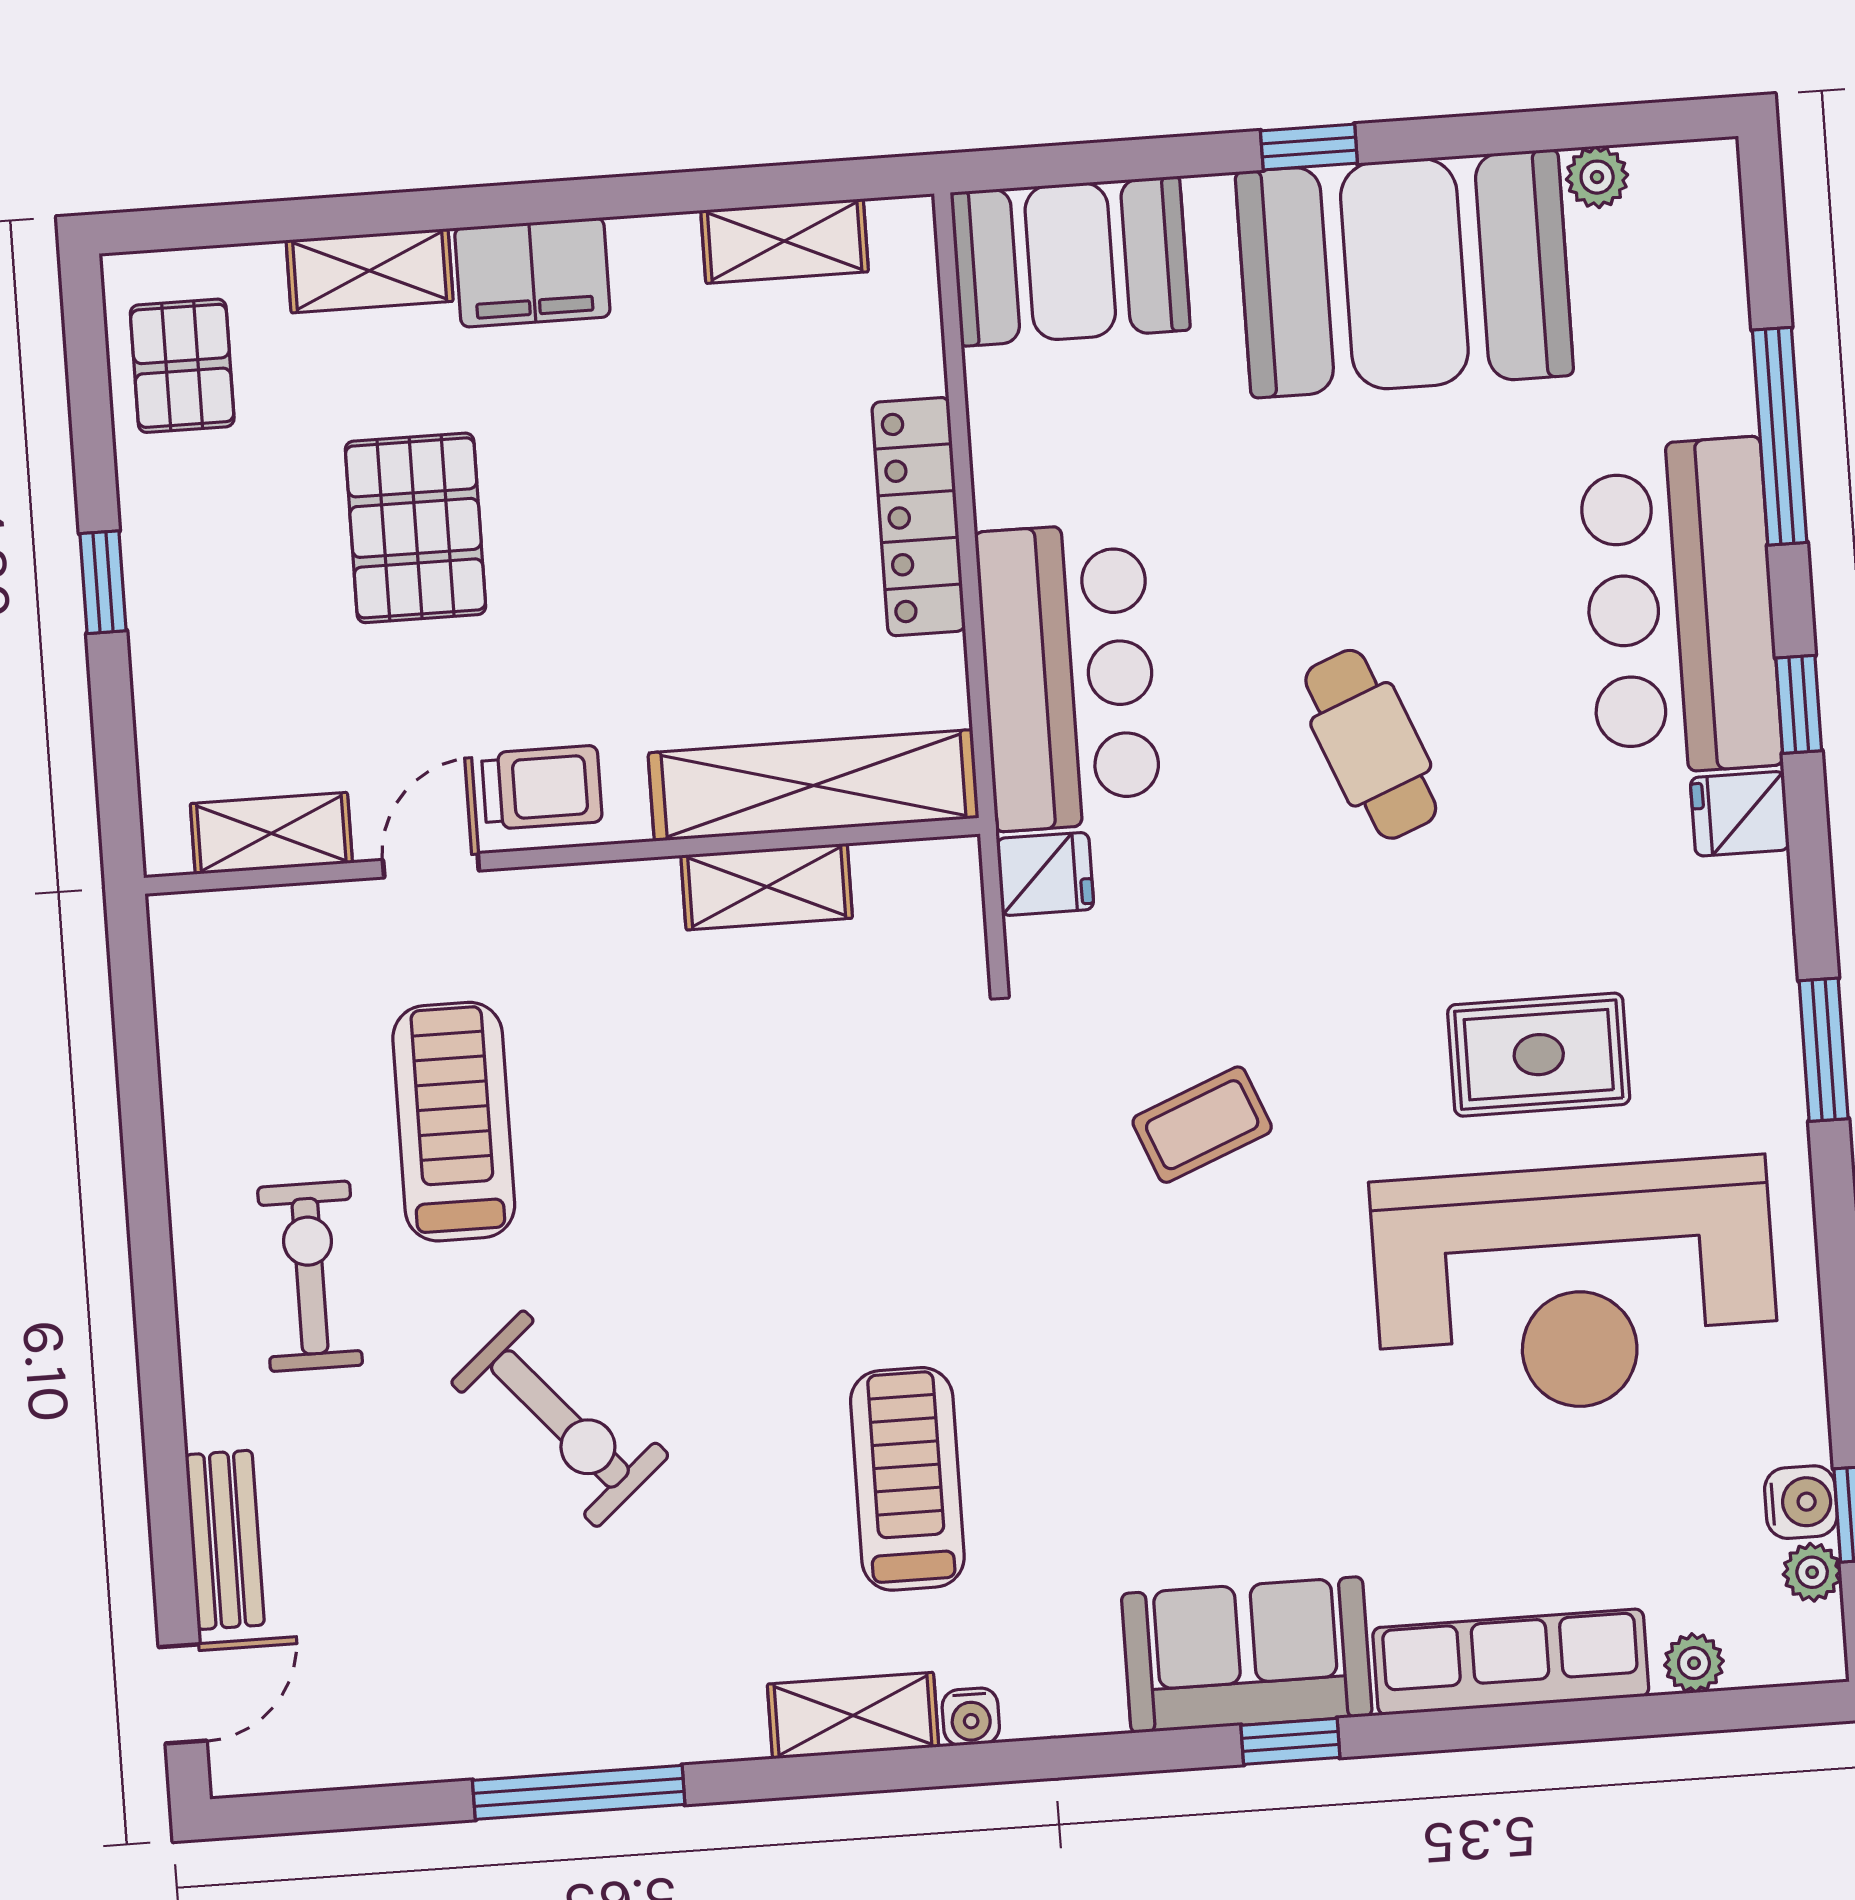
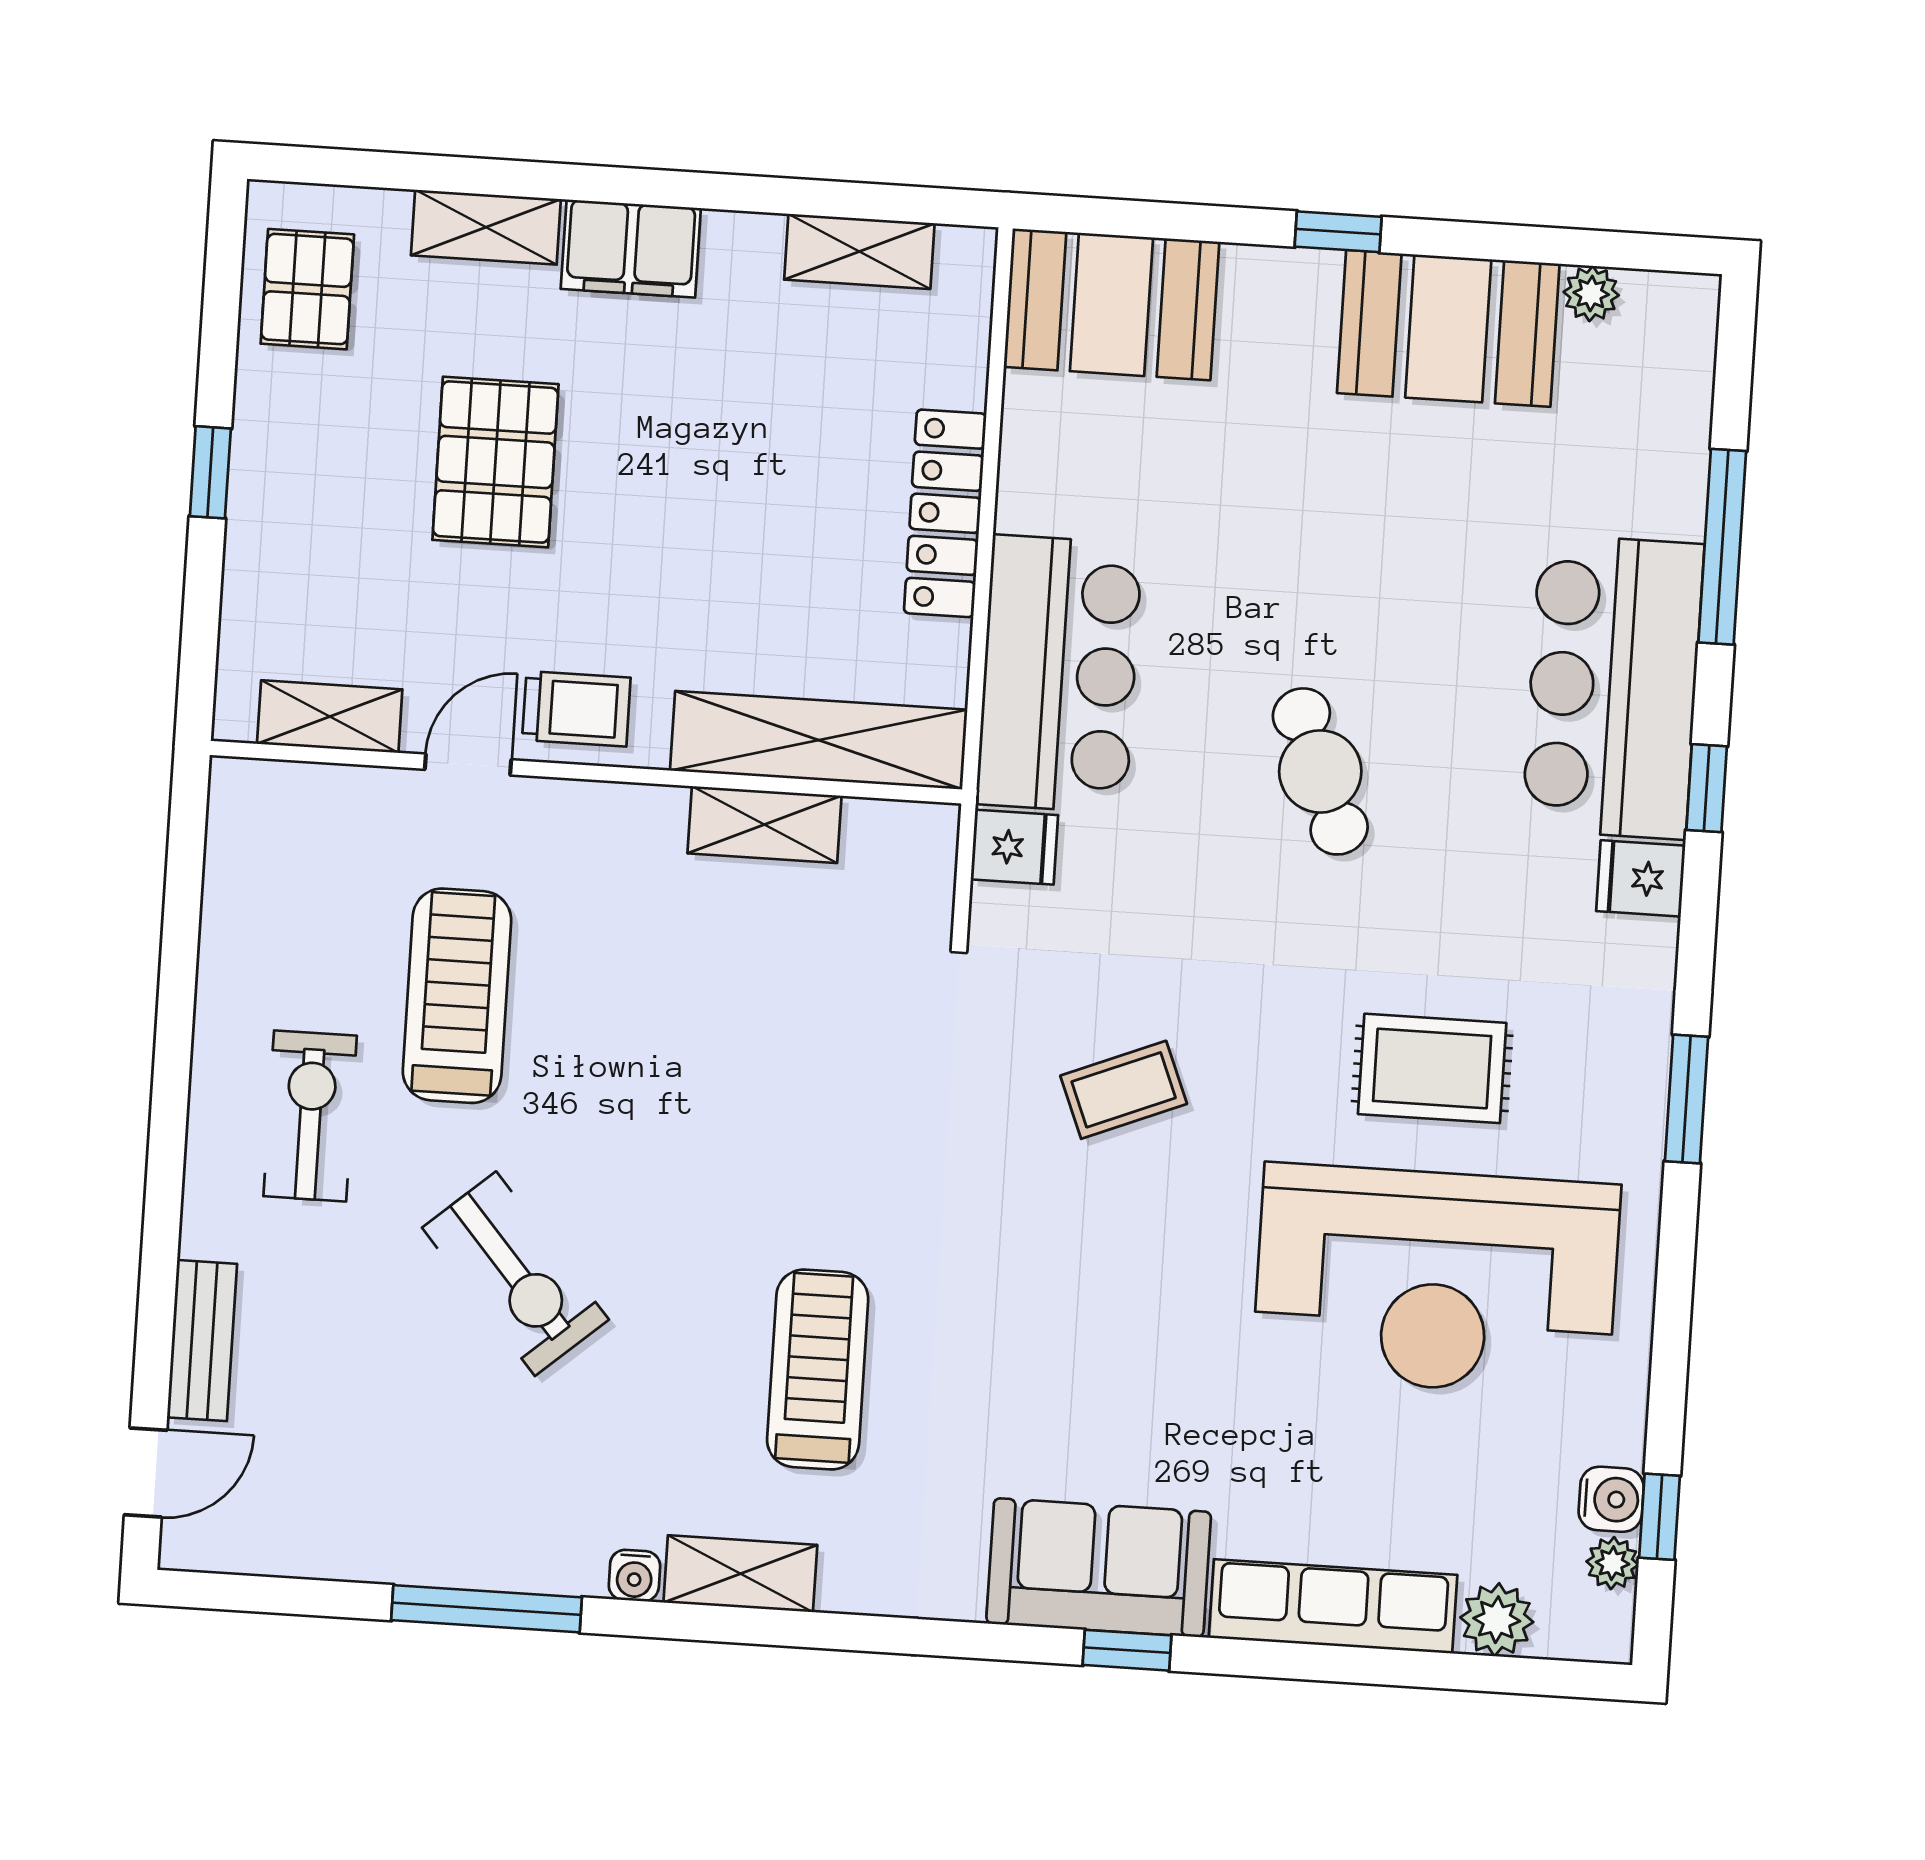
booth: (1404, 274) -> (1448, 328), width x0.73, depth x0.70
plant: (1694, 1663) -> (1497, 1620), width x1.38, depth x1.38
water cooler: (971, 1717) -> (634, 1576), moved

